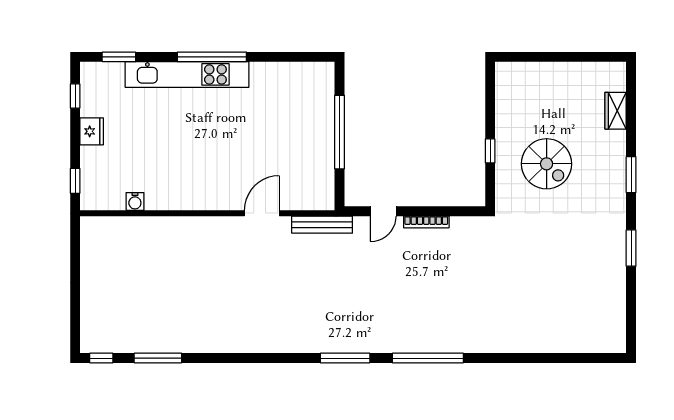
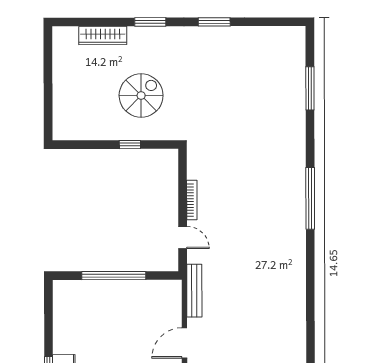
wardrobe: (616, 111) -> (103, 35), width x1.50
door: (262, 213) -> (184, 343), hinge flipped
window: (345, 358) -> (310, 88), moved

